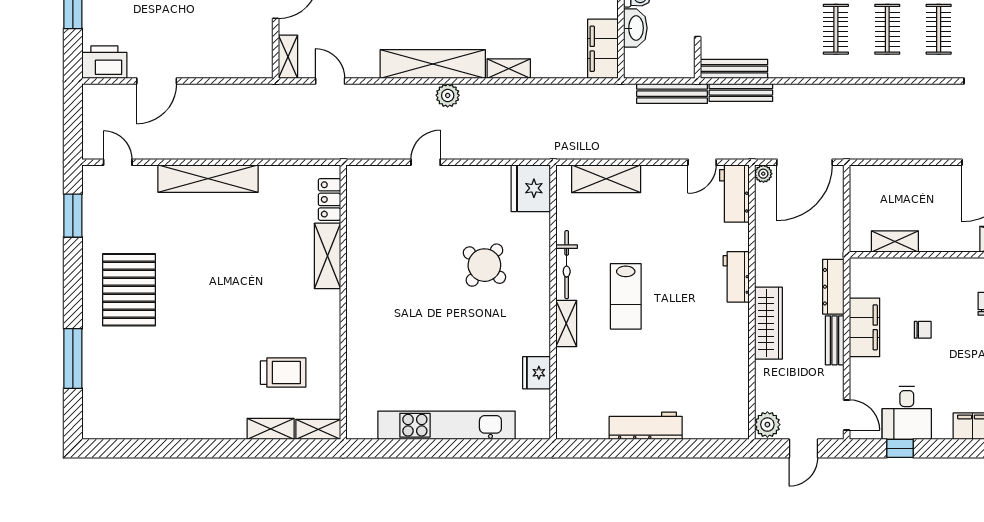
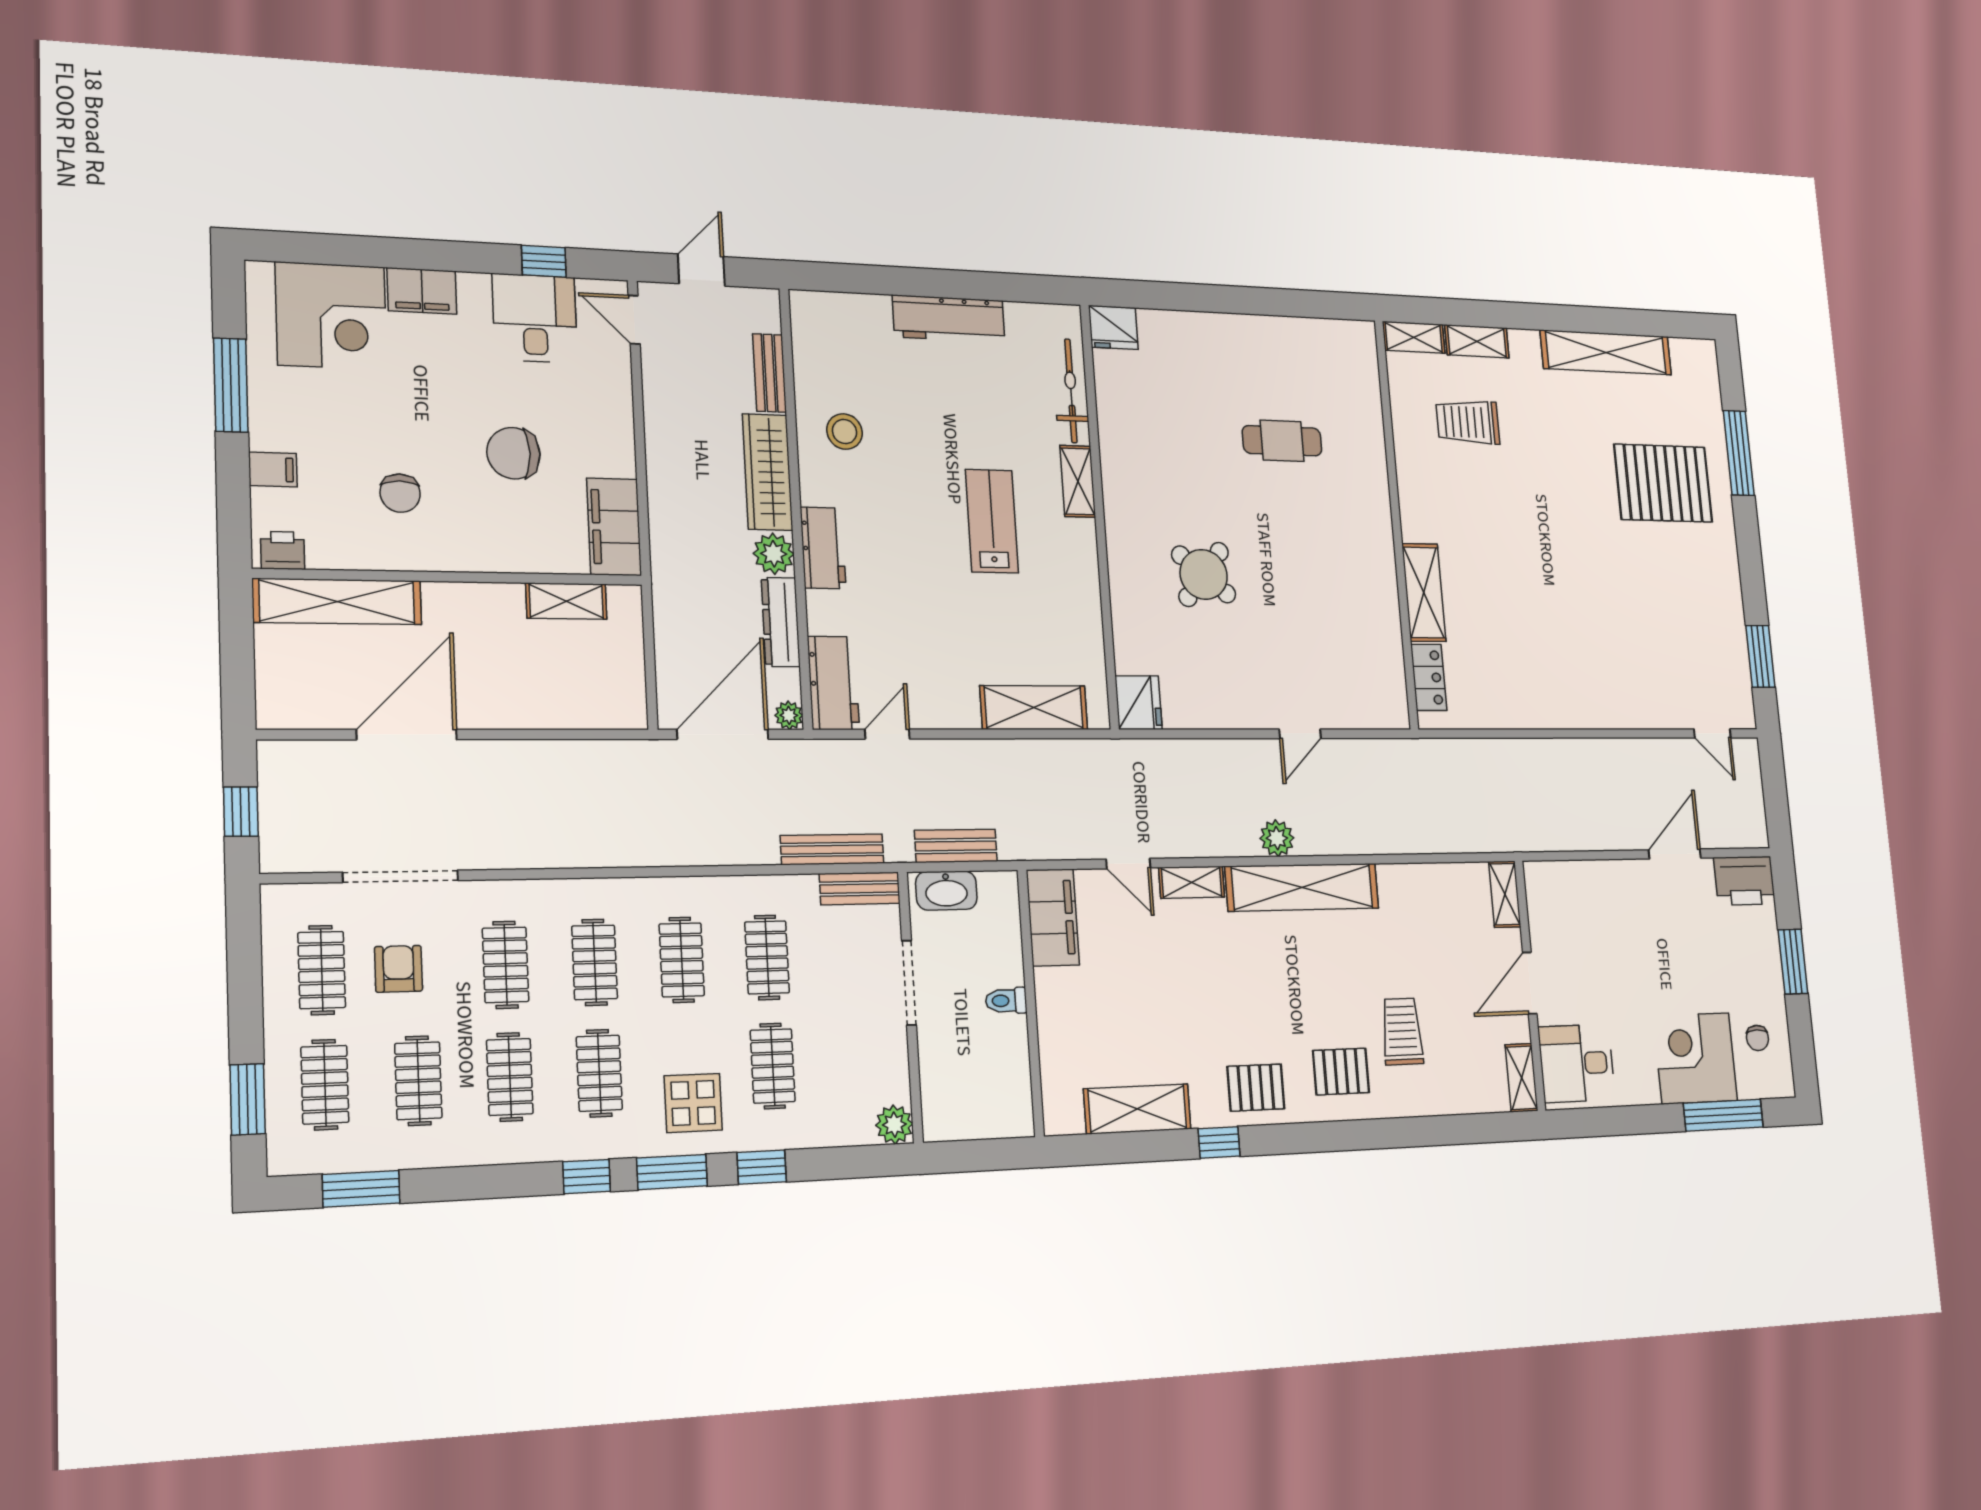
washbasin: (635, 28) -> (946, 891), moved, turned -90
clothes rail: (784, 29) -> (767, 957), added
bench: (734, 69) -> (860, 888), width x0.73
door: (330, 81) -> (1128, 864), moved
bench: (672, 94) -> (956, 846), width x0.73
shelving: (208, 179) -> (1606, 352), moved
fridge: (531, 188) -> (1139, 703), width x0.73, depth x0.75
bicycle: (567, 265) -> (1071, 391), moved
dresser: (833, 287) -> (781, 622), moved, turned 180
pallet: (129, 290) -> (1663, 483), moved, turned 90
filing cabinet: (865, 327) -> (614, 527), moved
chair: (923, 330) -> (513, 453), width x1.87, depth x1.87
bench: (835, 340) -> (770, 373), moved
stool: (718, 350) -> (845, 432), added
cafe table: (421, 355) -> (1282, 441), added
fridge: (537, 373) -> (1113, 327), moved, turned 90
kitchen unit: (446, 425) -> (1239, 334), removed
plant: (767, 425) -> (774, 554), moved

